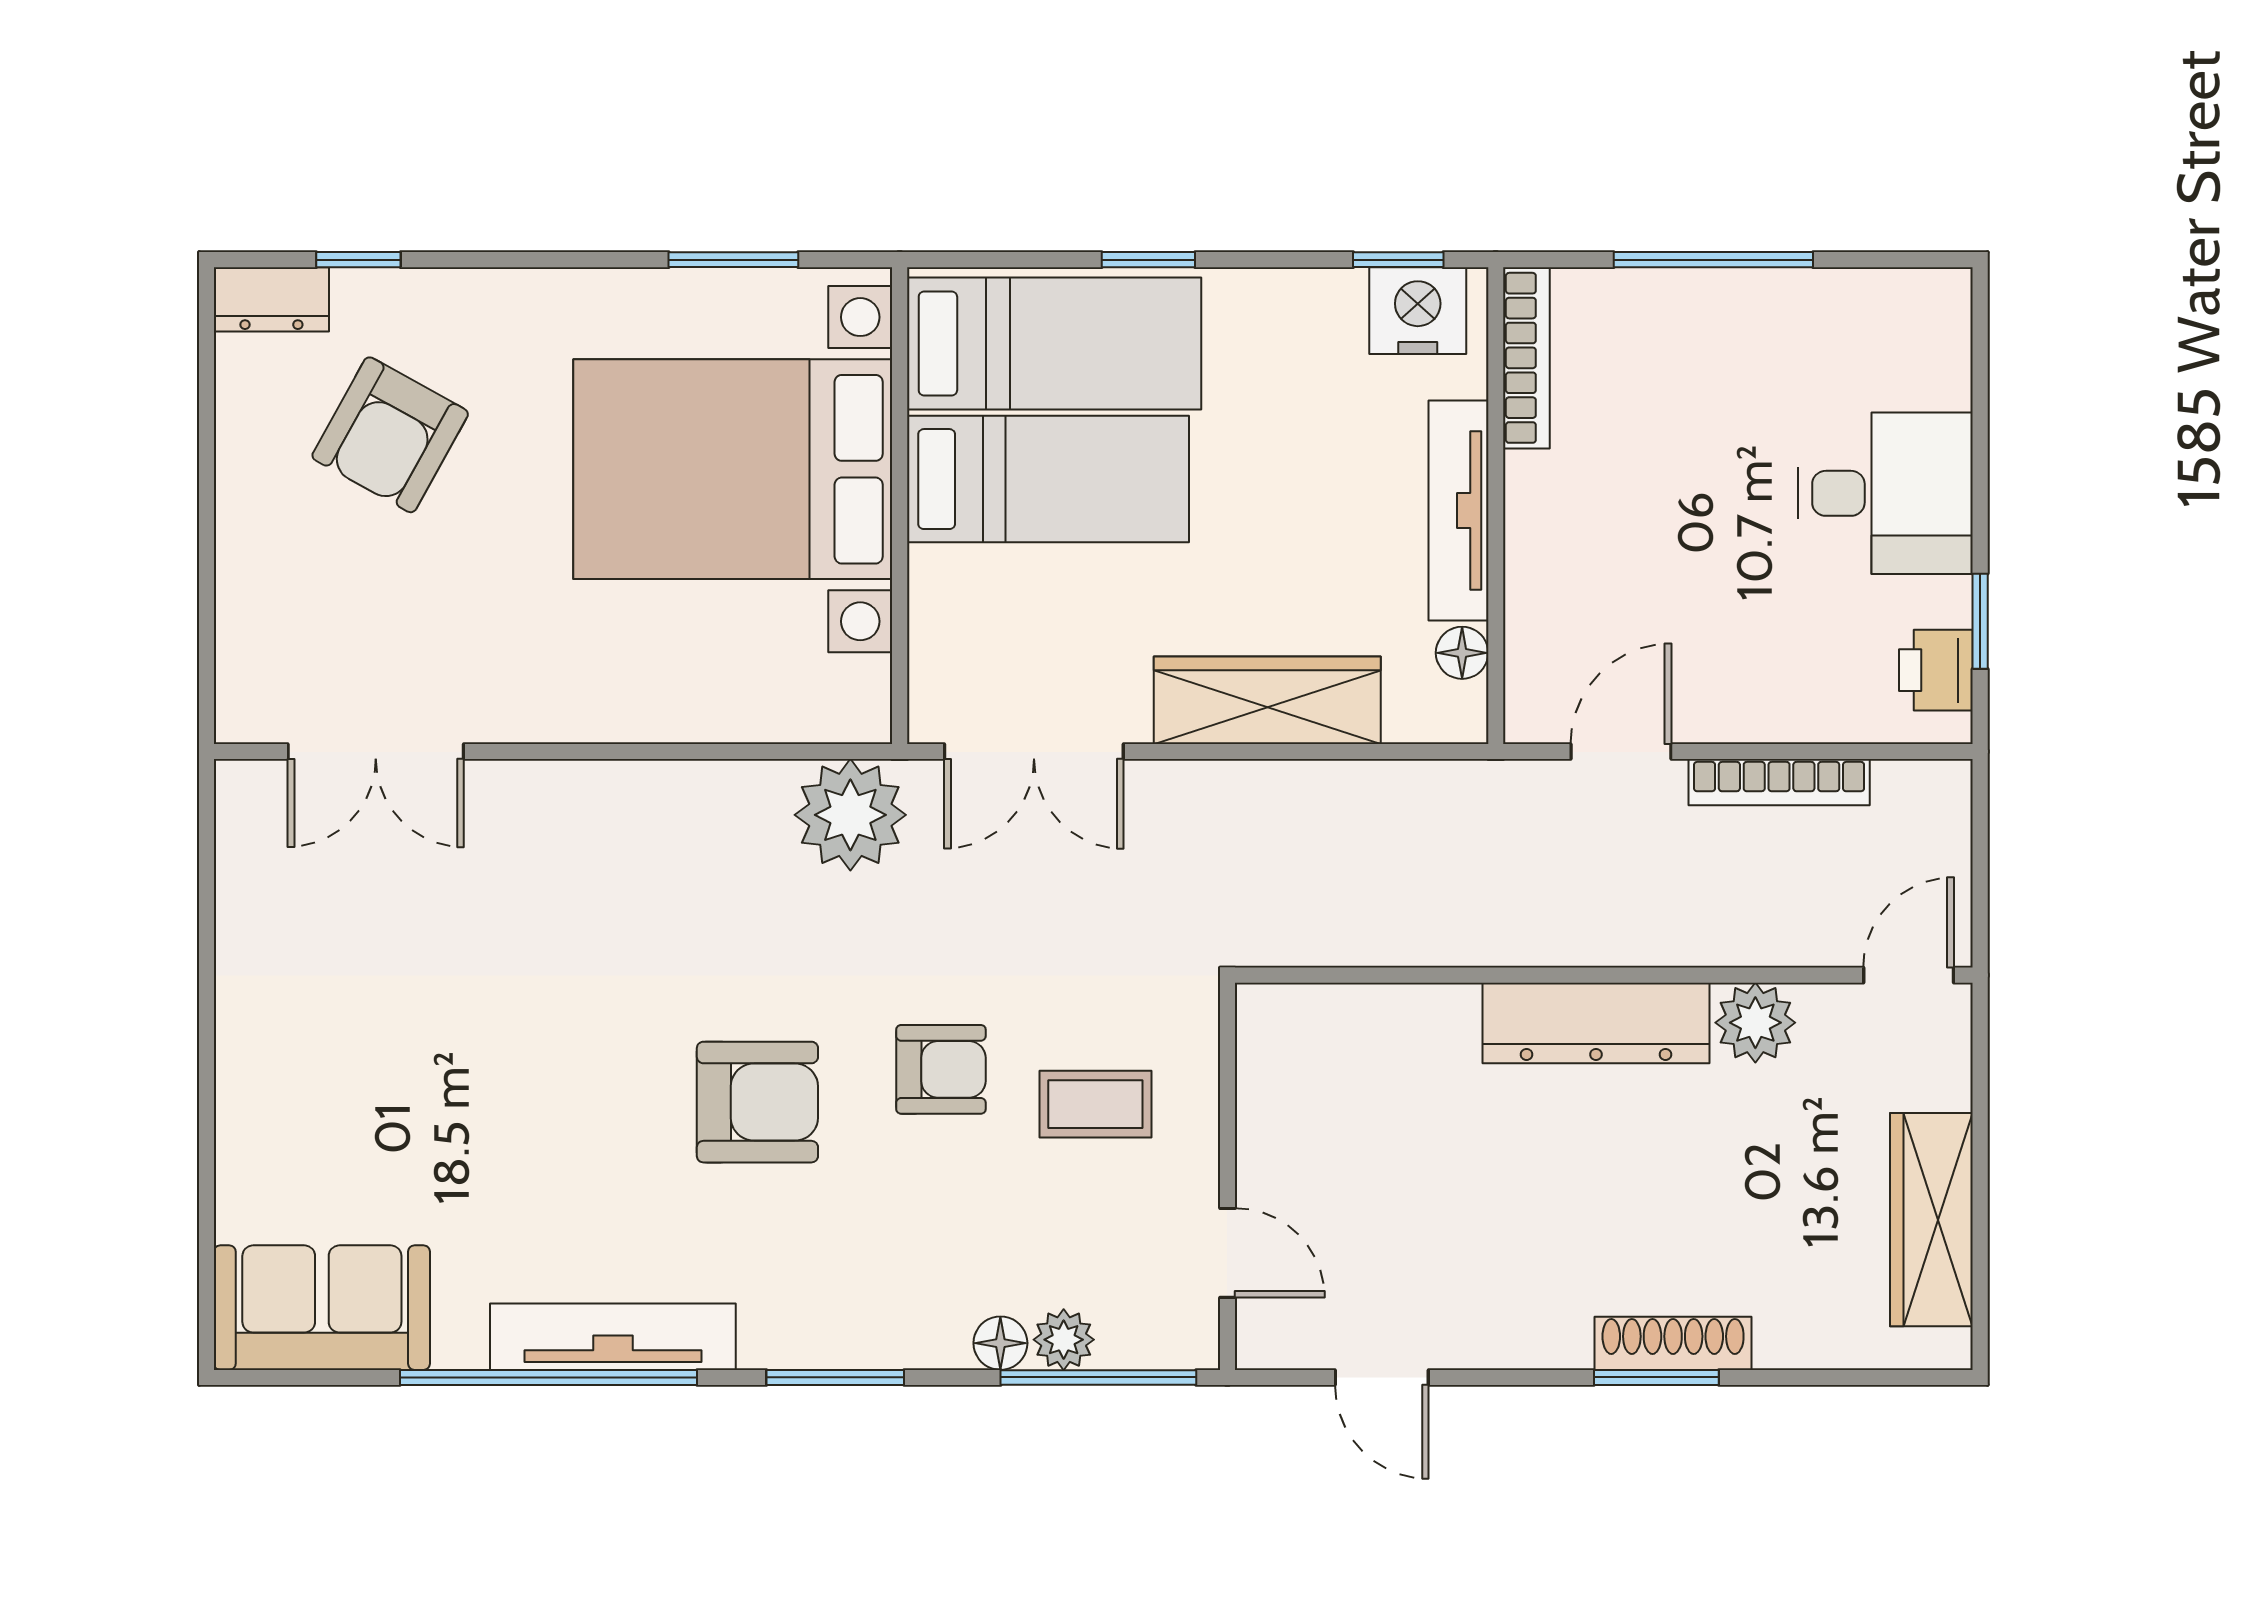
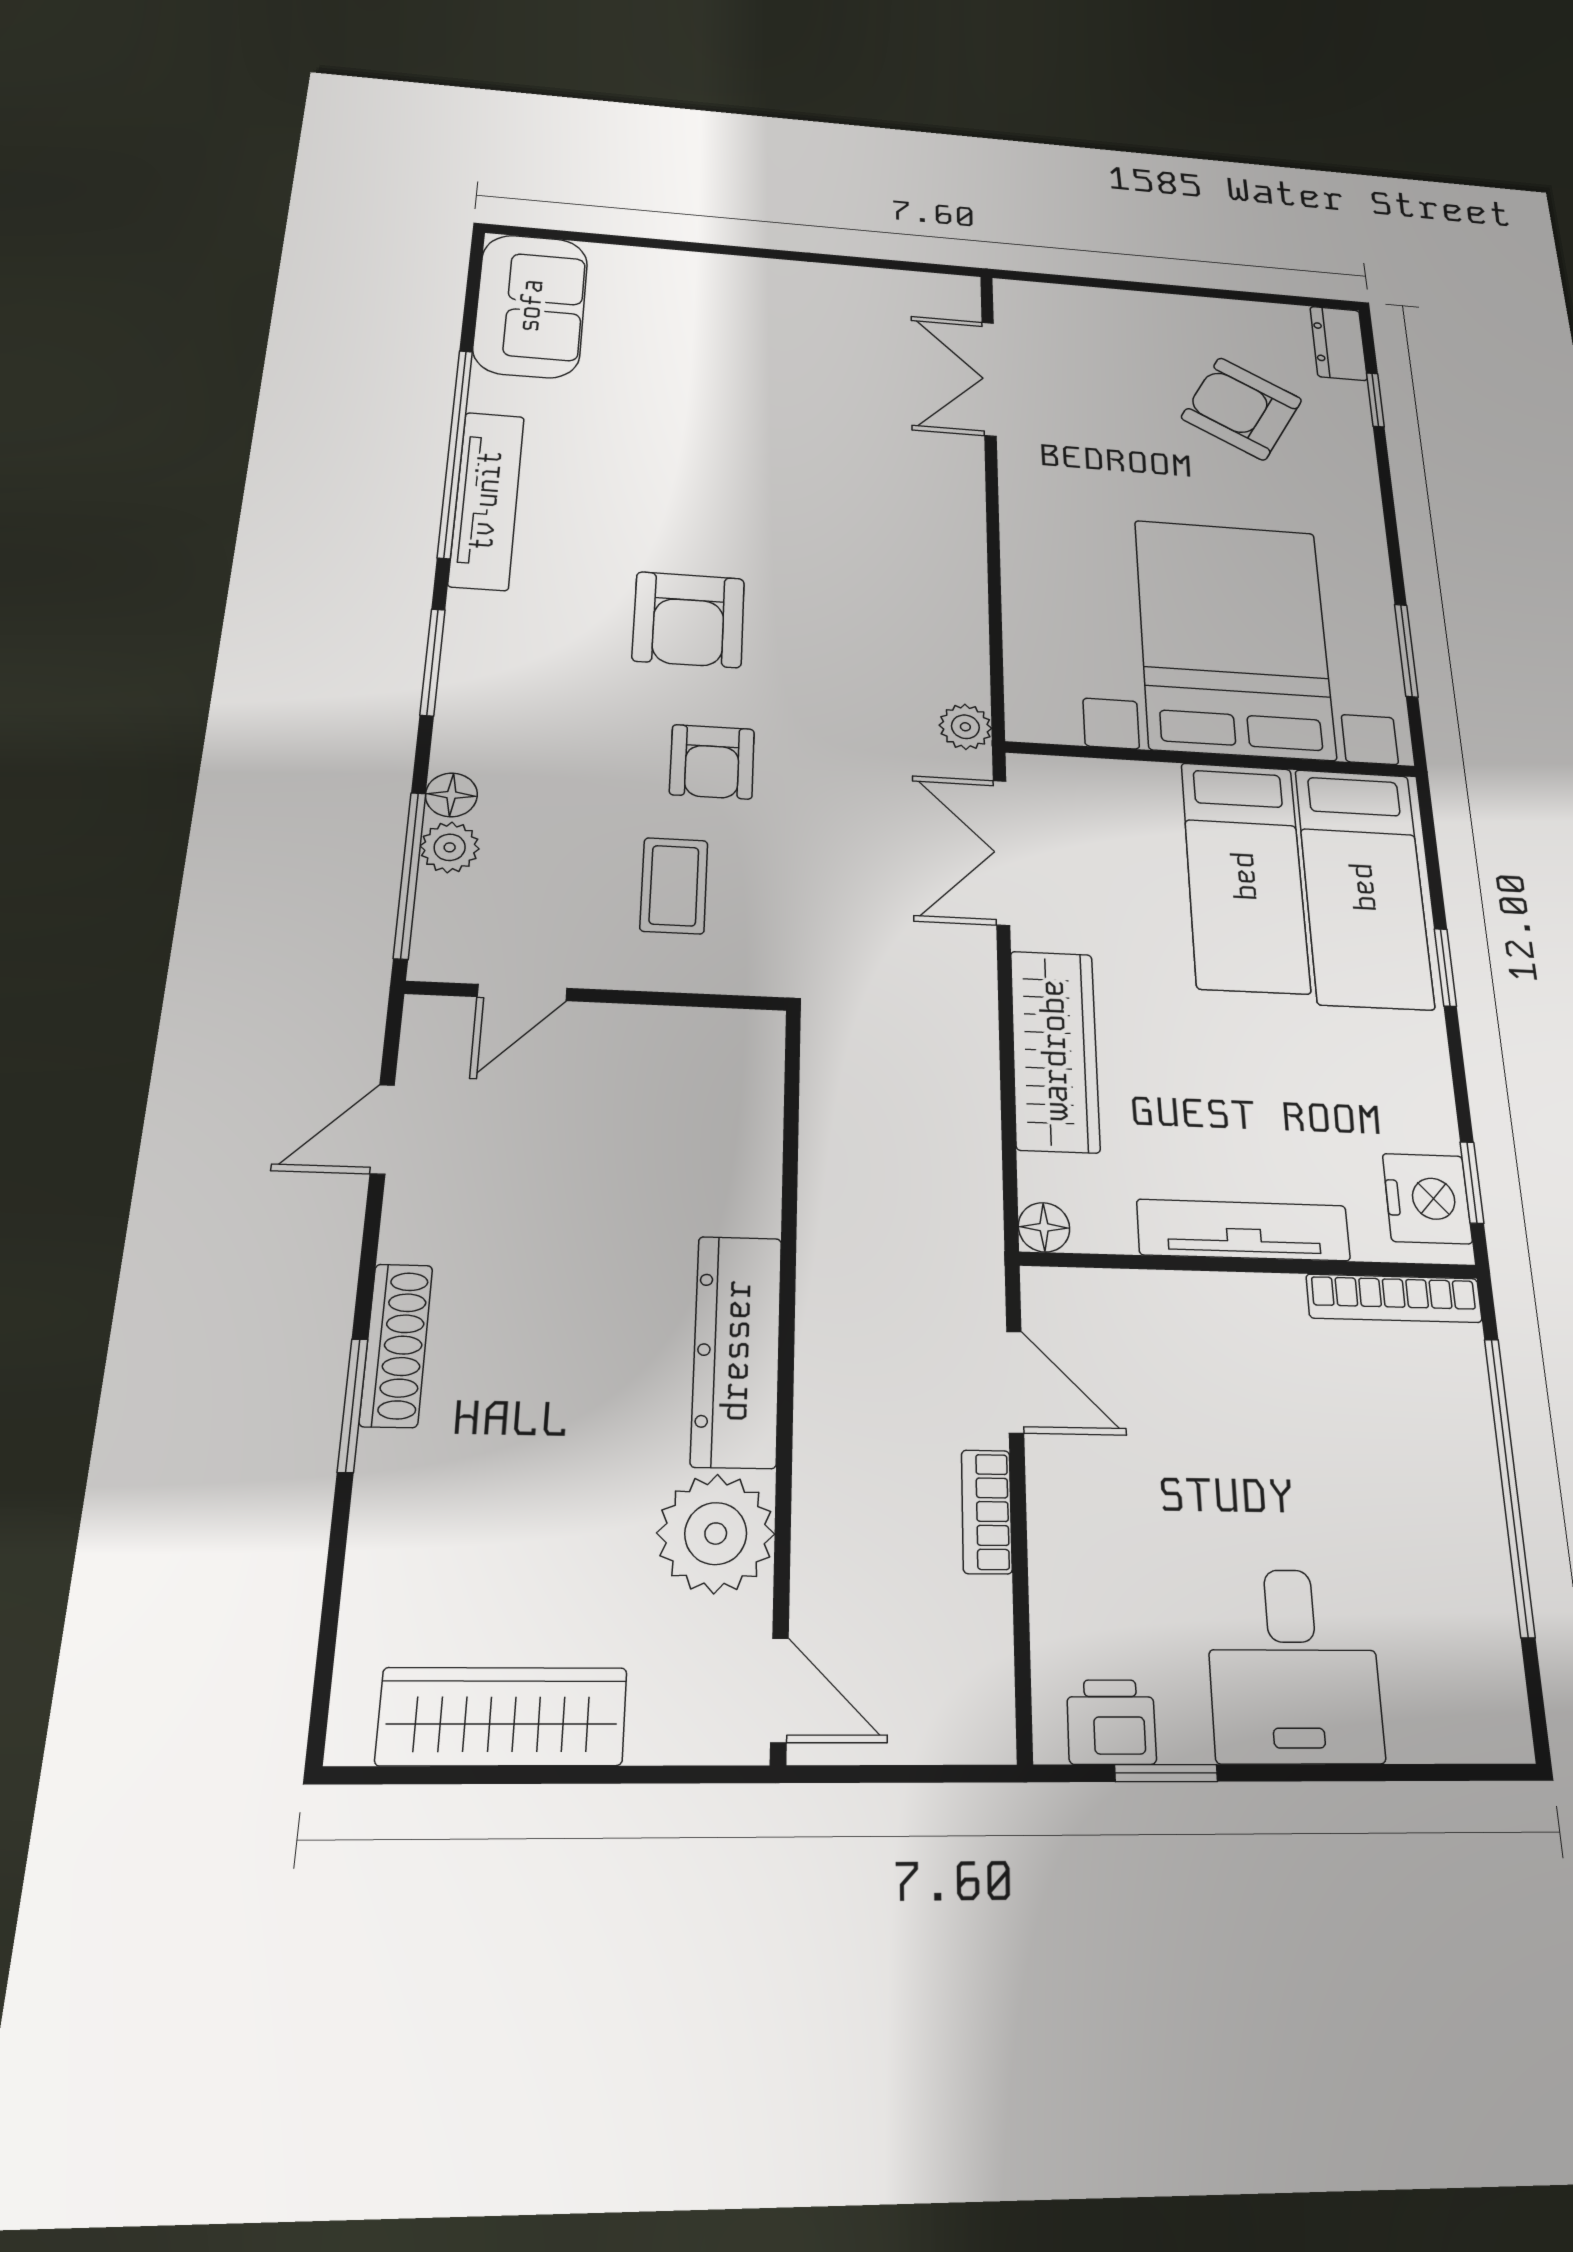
window: (1713, 260) -> (1509, 1485), width x1.46
floor lamp: (1462, 653) -> (1044, 1227), moved
bookcase: (1779, 782) -> (987, 1512), width x0.64
plant: (850, 815) -> (965, 727), width x0.53, depth x0.53
plant: (1755, 1023) -> (716, 1534), width x1.36, depth x1.36
shoe rack: (1673, 1343) -> (396, 1345), moved

